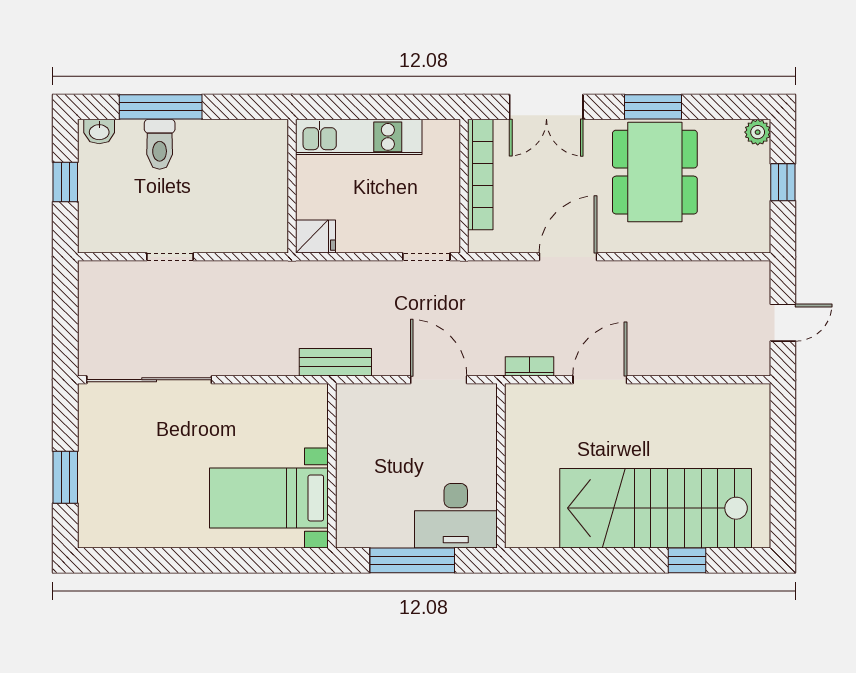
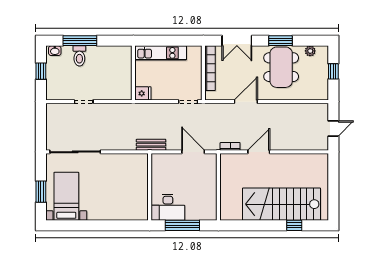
plant: (758, 132) -> (310, 51), moved
bed with nightstands: (269, 498) -> (66, 196), moved, turned 90
desk: (456, 516) -> (168, 207), moved

